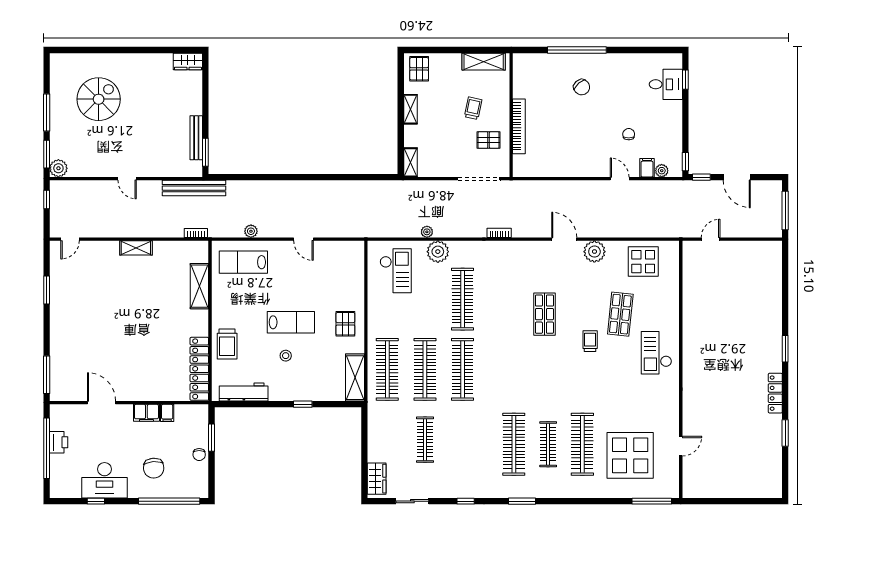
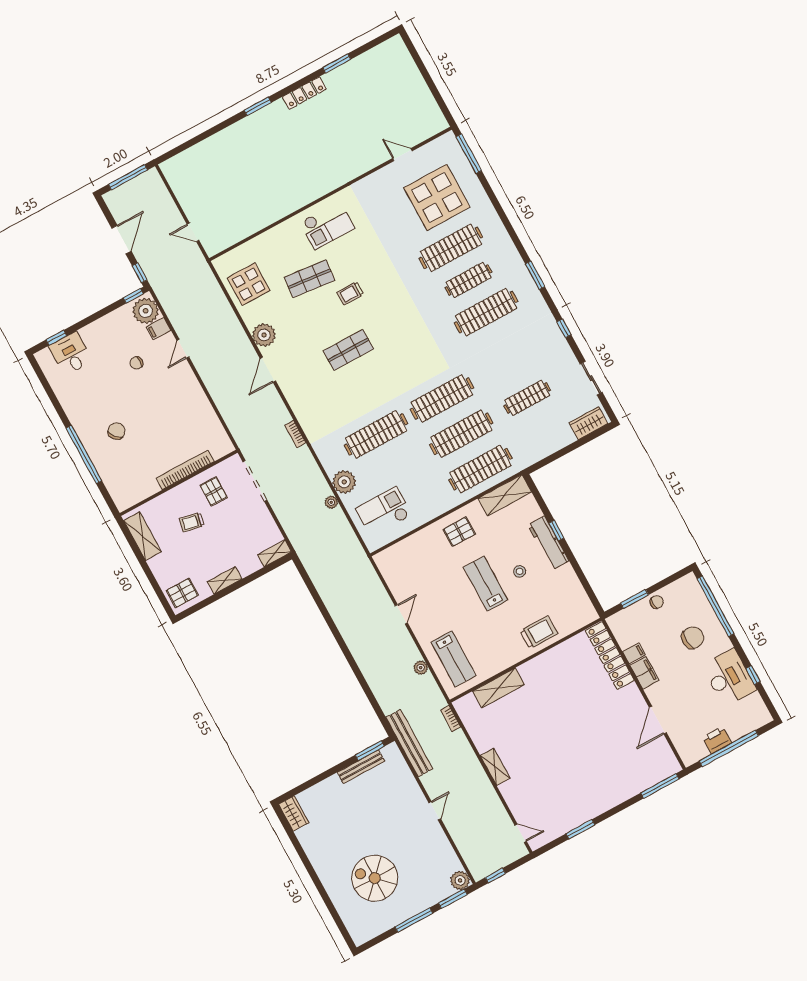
plant: (662, 171) -> (146, 311), width x1.88, depth x1.88
locker: (199, 369) -> (610, 656), moved, turned 90
workbench: (244, 392) -> (548, 543), moved

